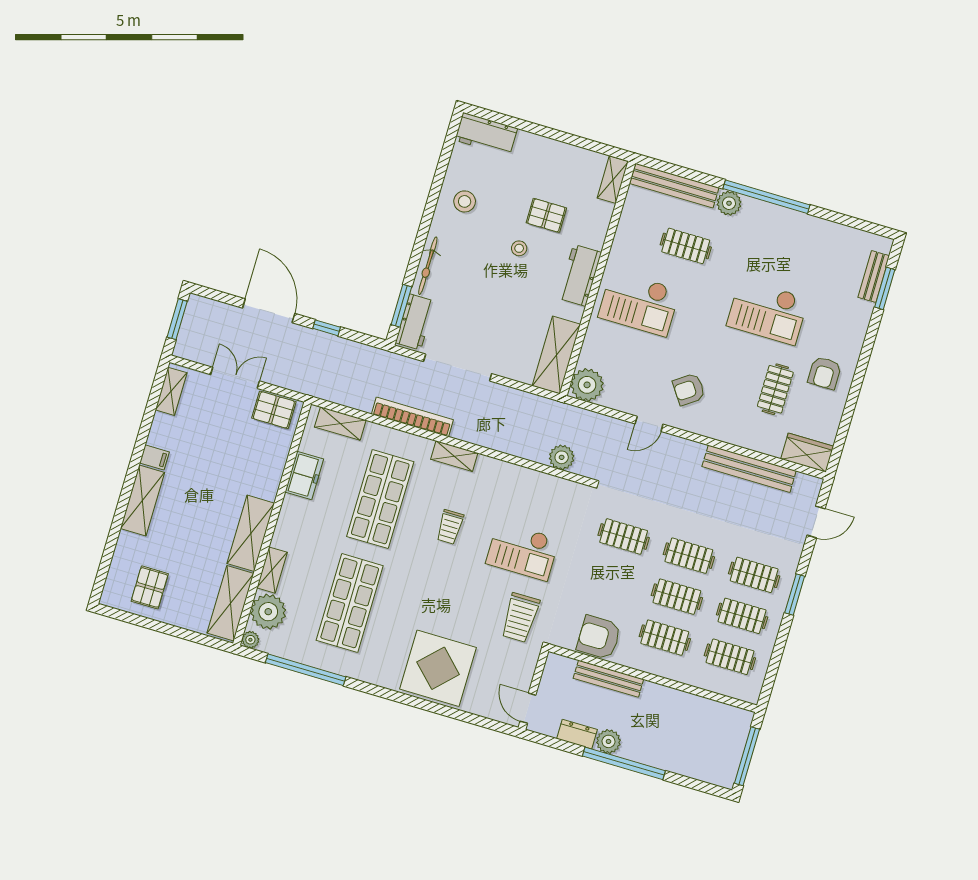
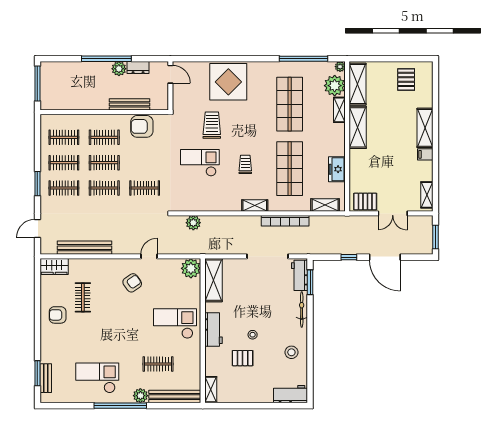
checkout: (768, 312) -> (97, 378), moved
armchair: (825, 373) -> (58, 315), turned -90
trolley: (520, 618) -> (212, 125), moved
armchair: (599, 637) -> (142, 126), turned 180

